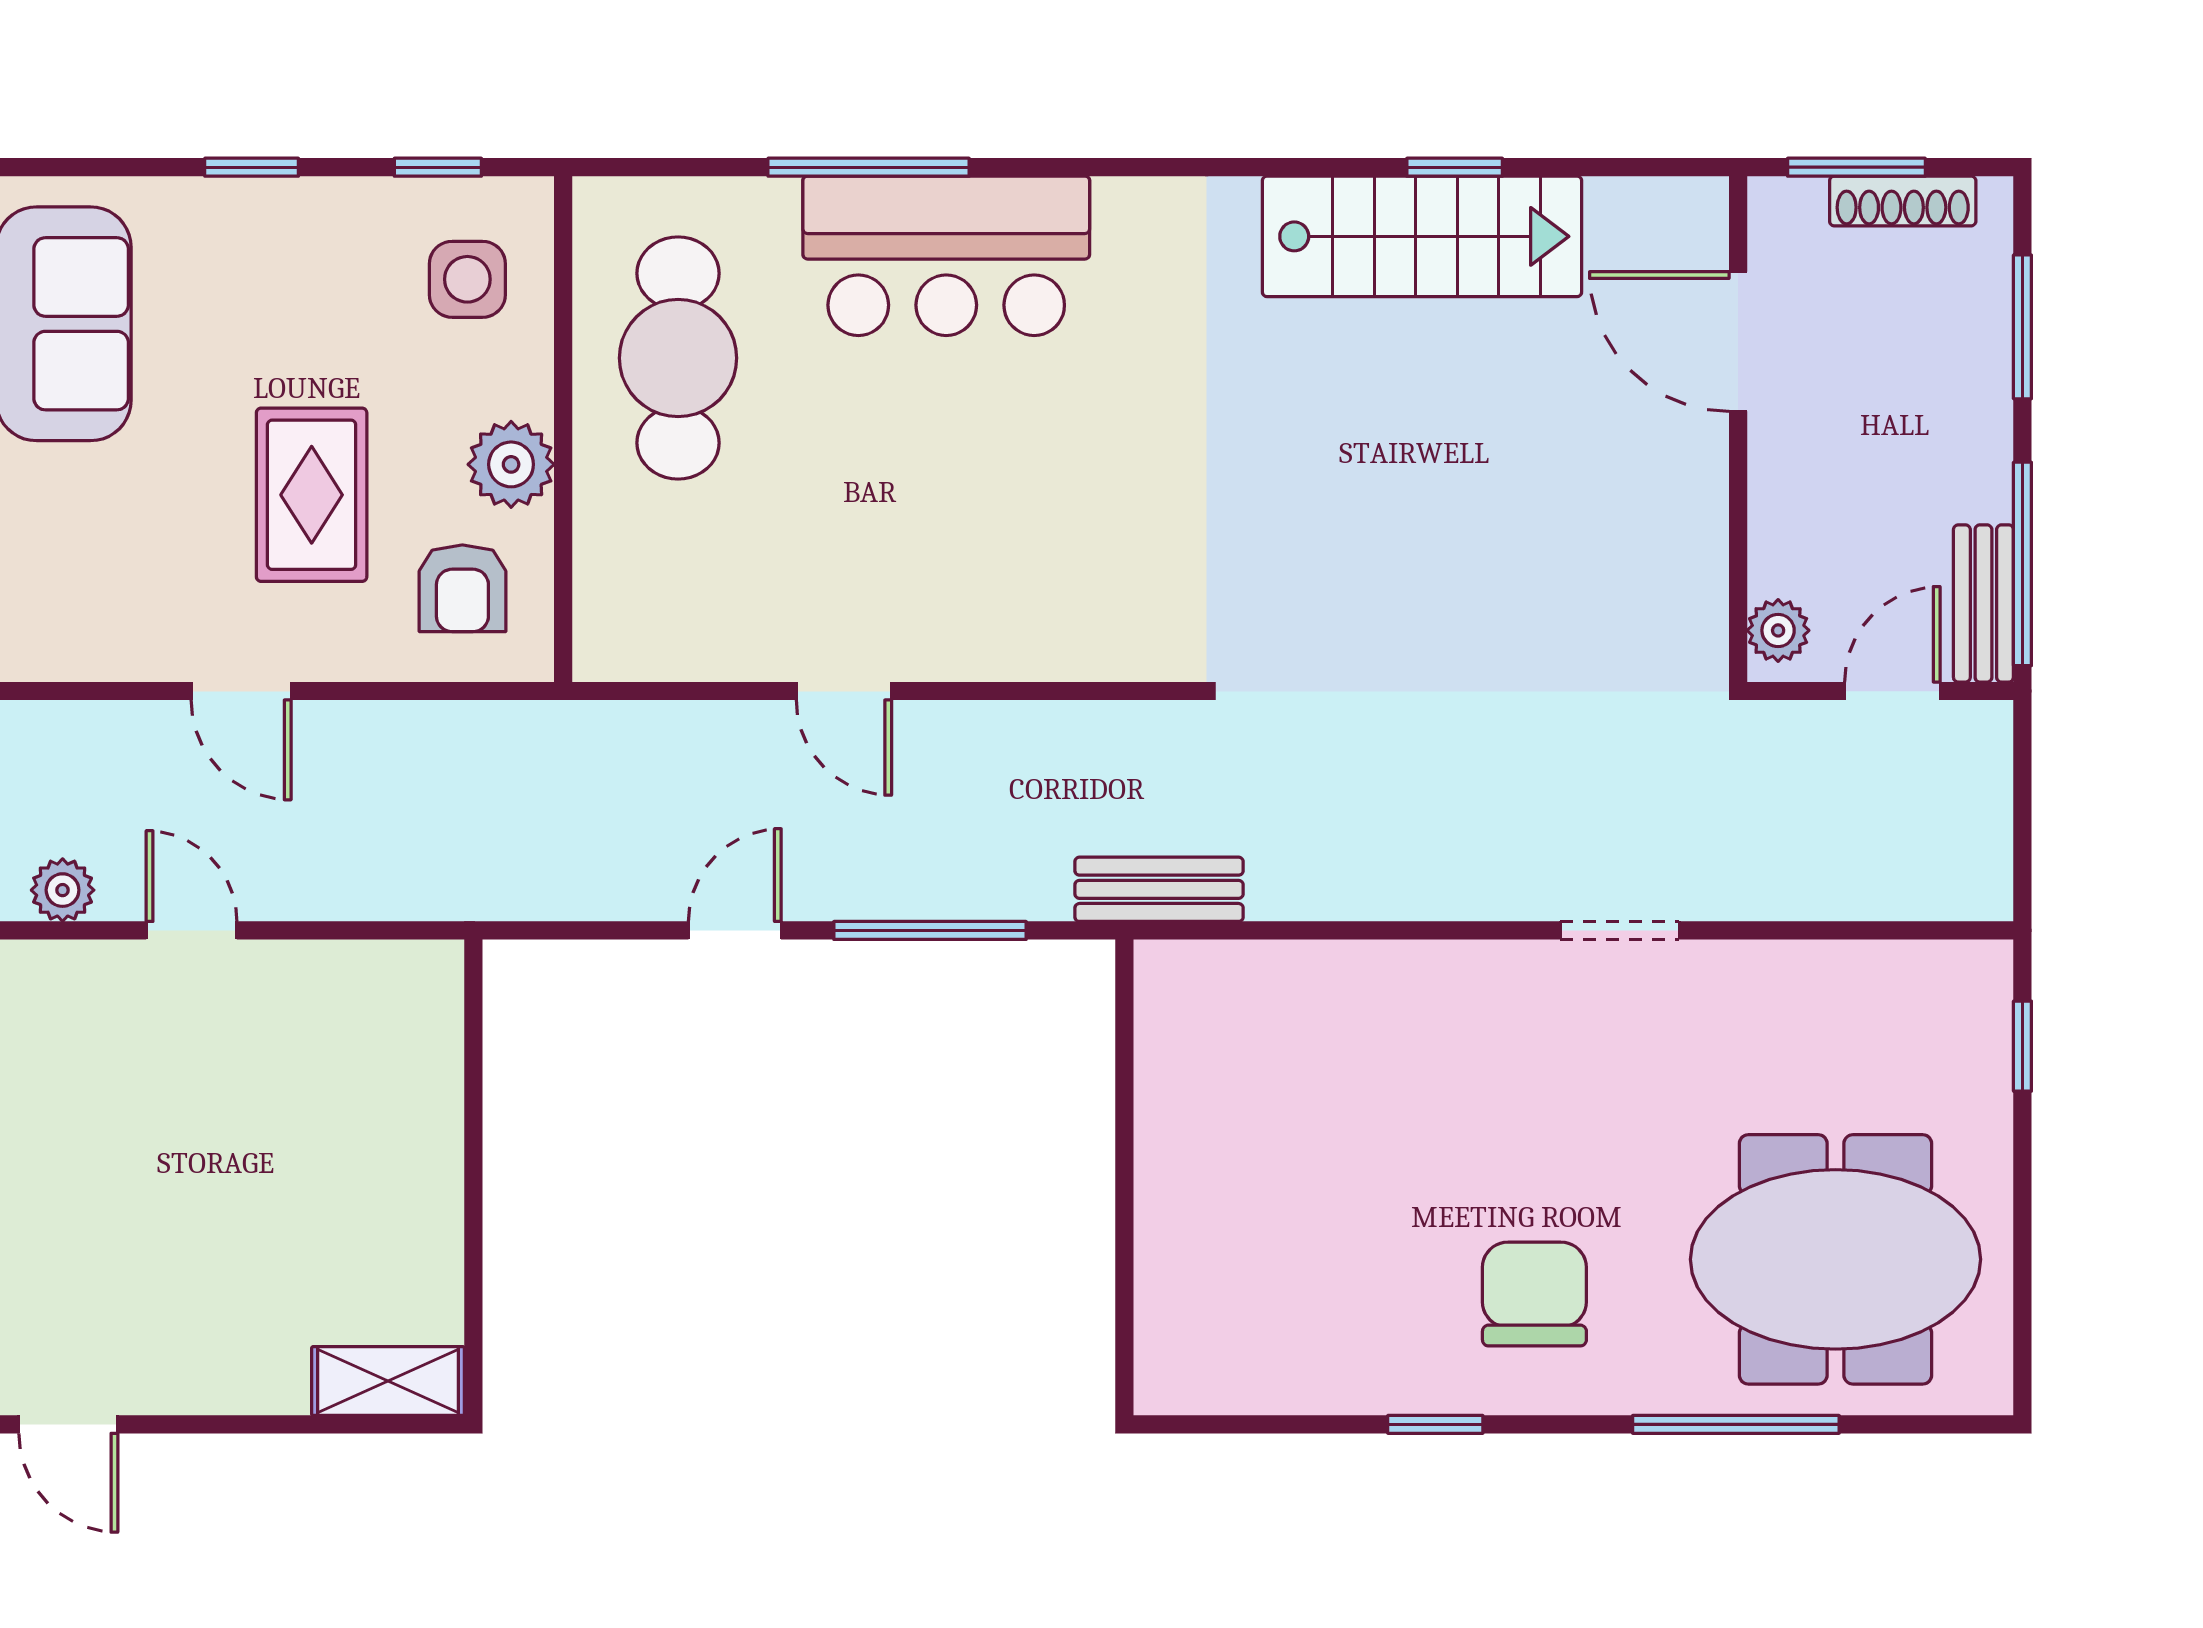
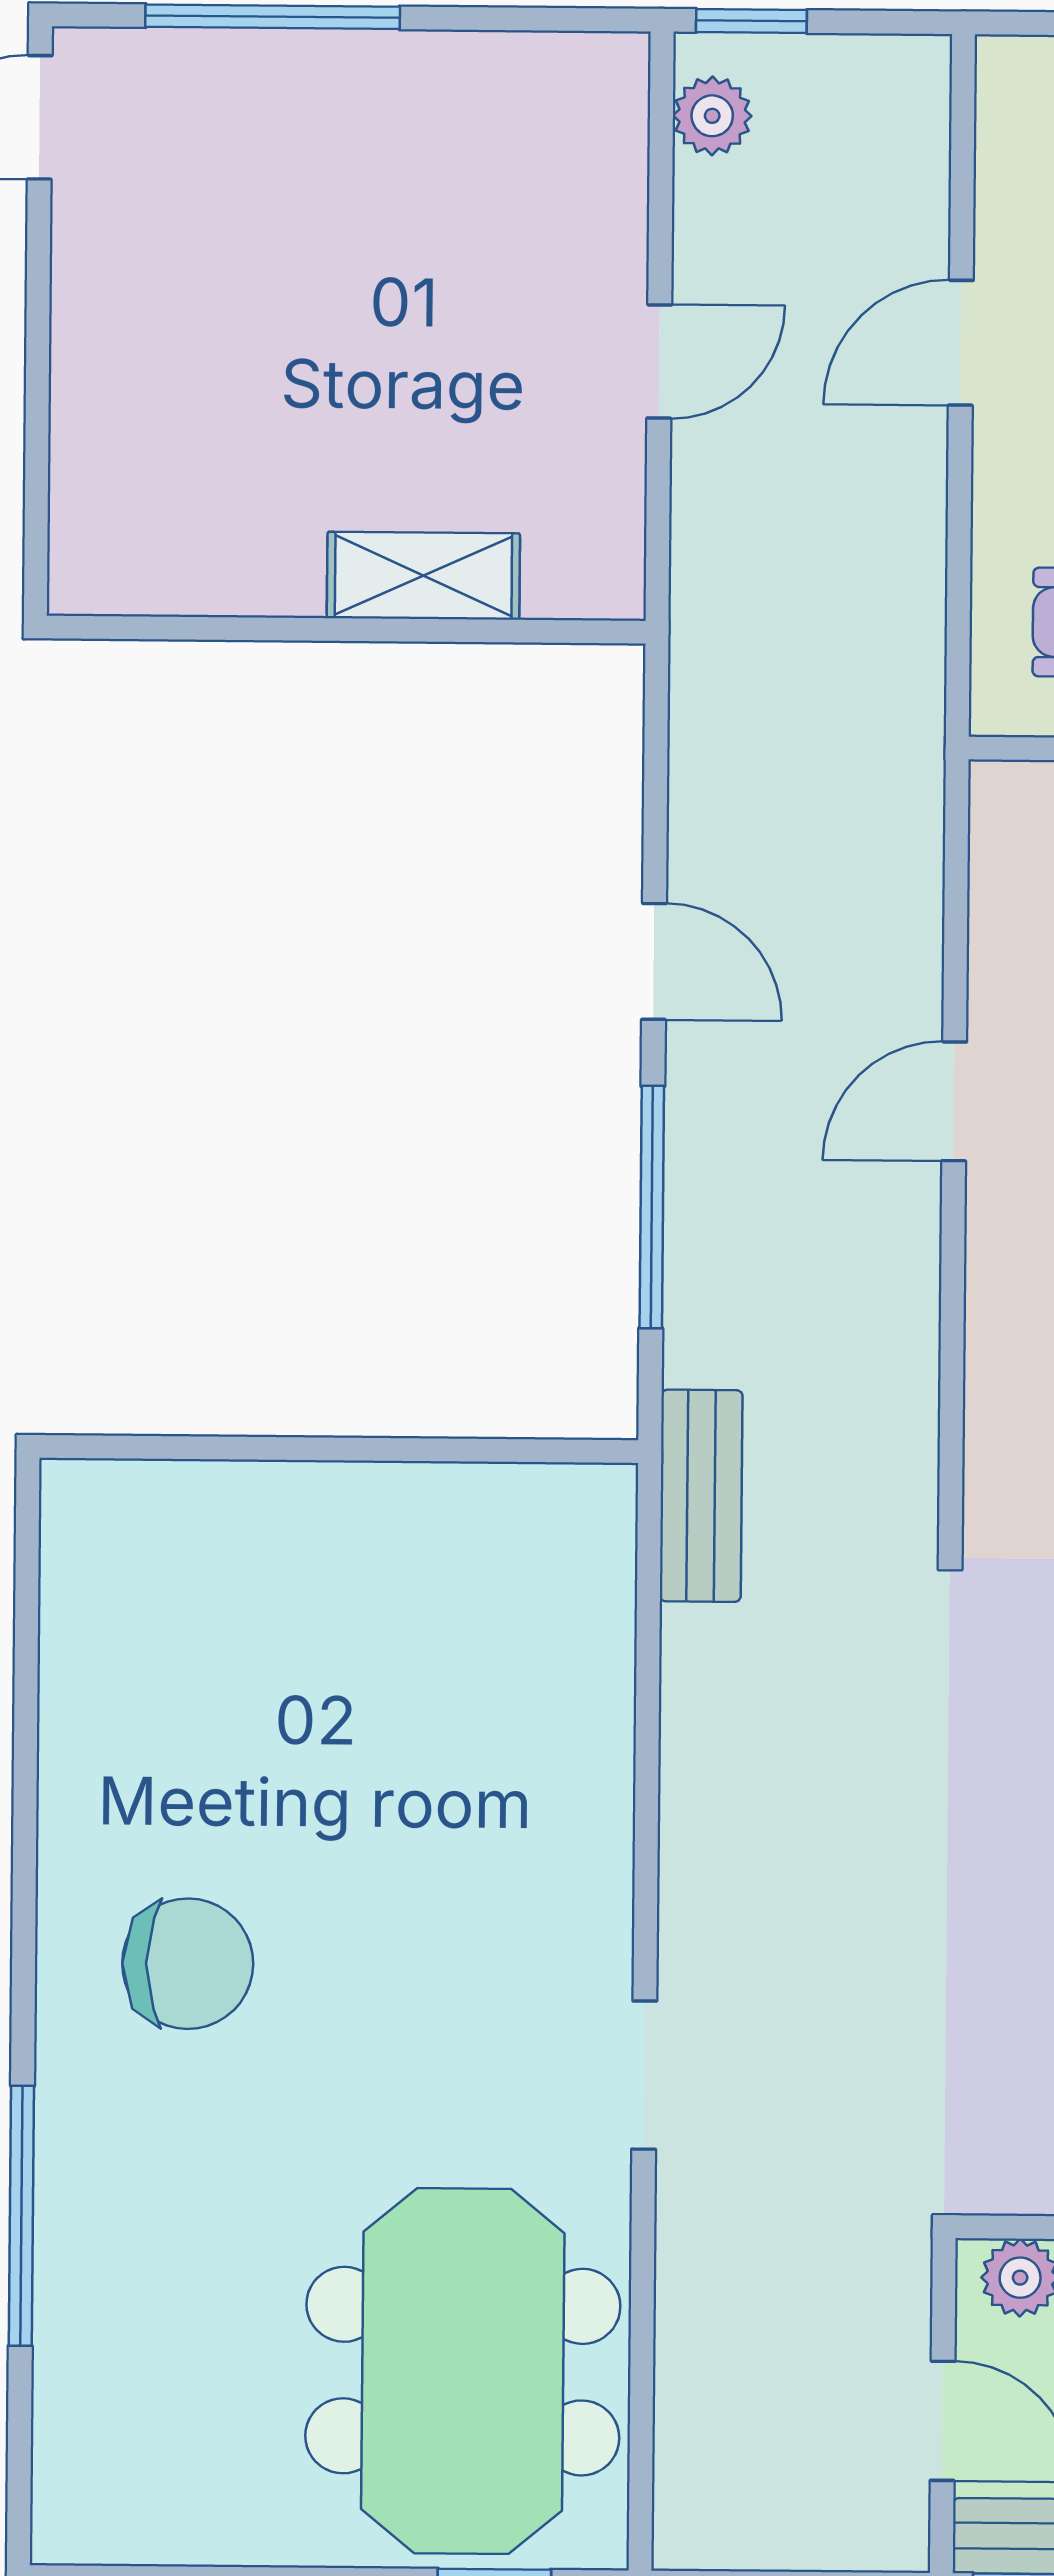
door: (192, 930) -> (659, 361), moved
meeting table: (1836, 1259) -> (463, 2371), moved
shelving: (388, 1381) -> (423, 576), moved, turned 90
window: (1435, 1424) -> (25, 1838), removed

